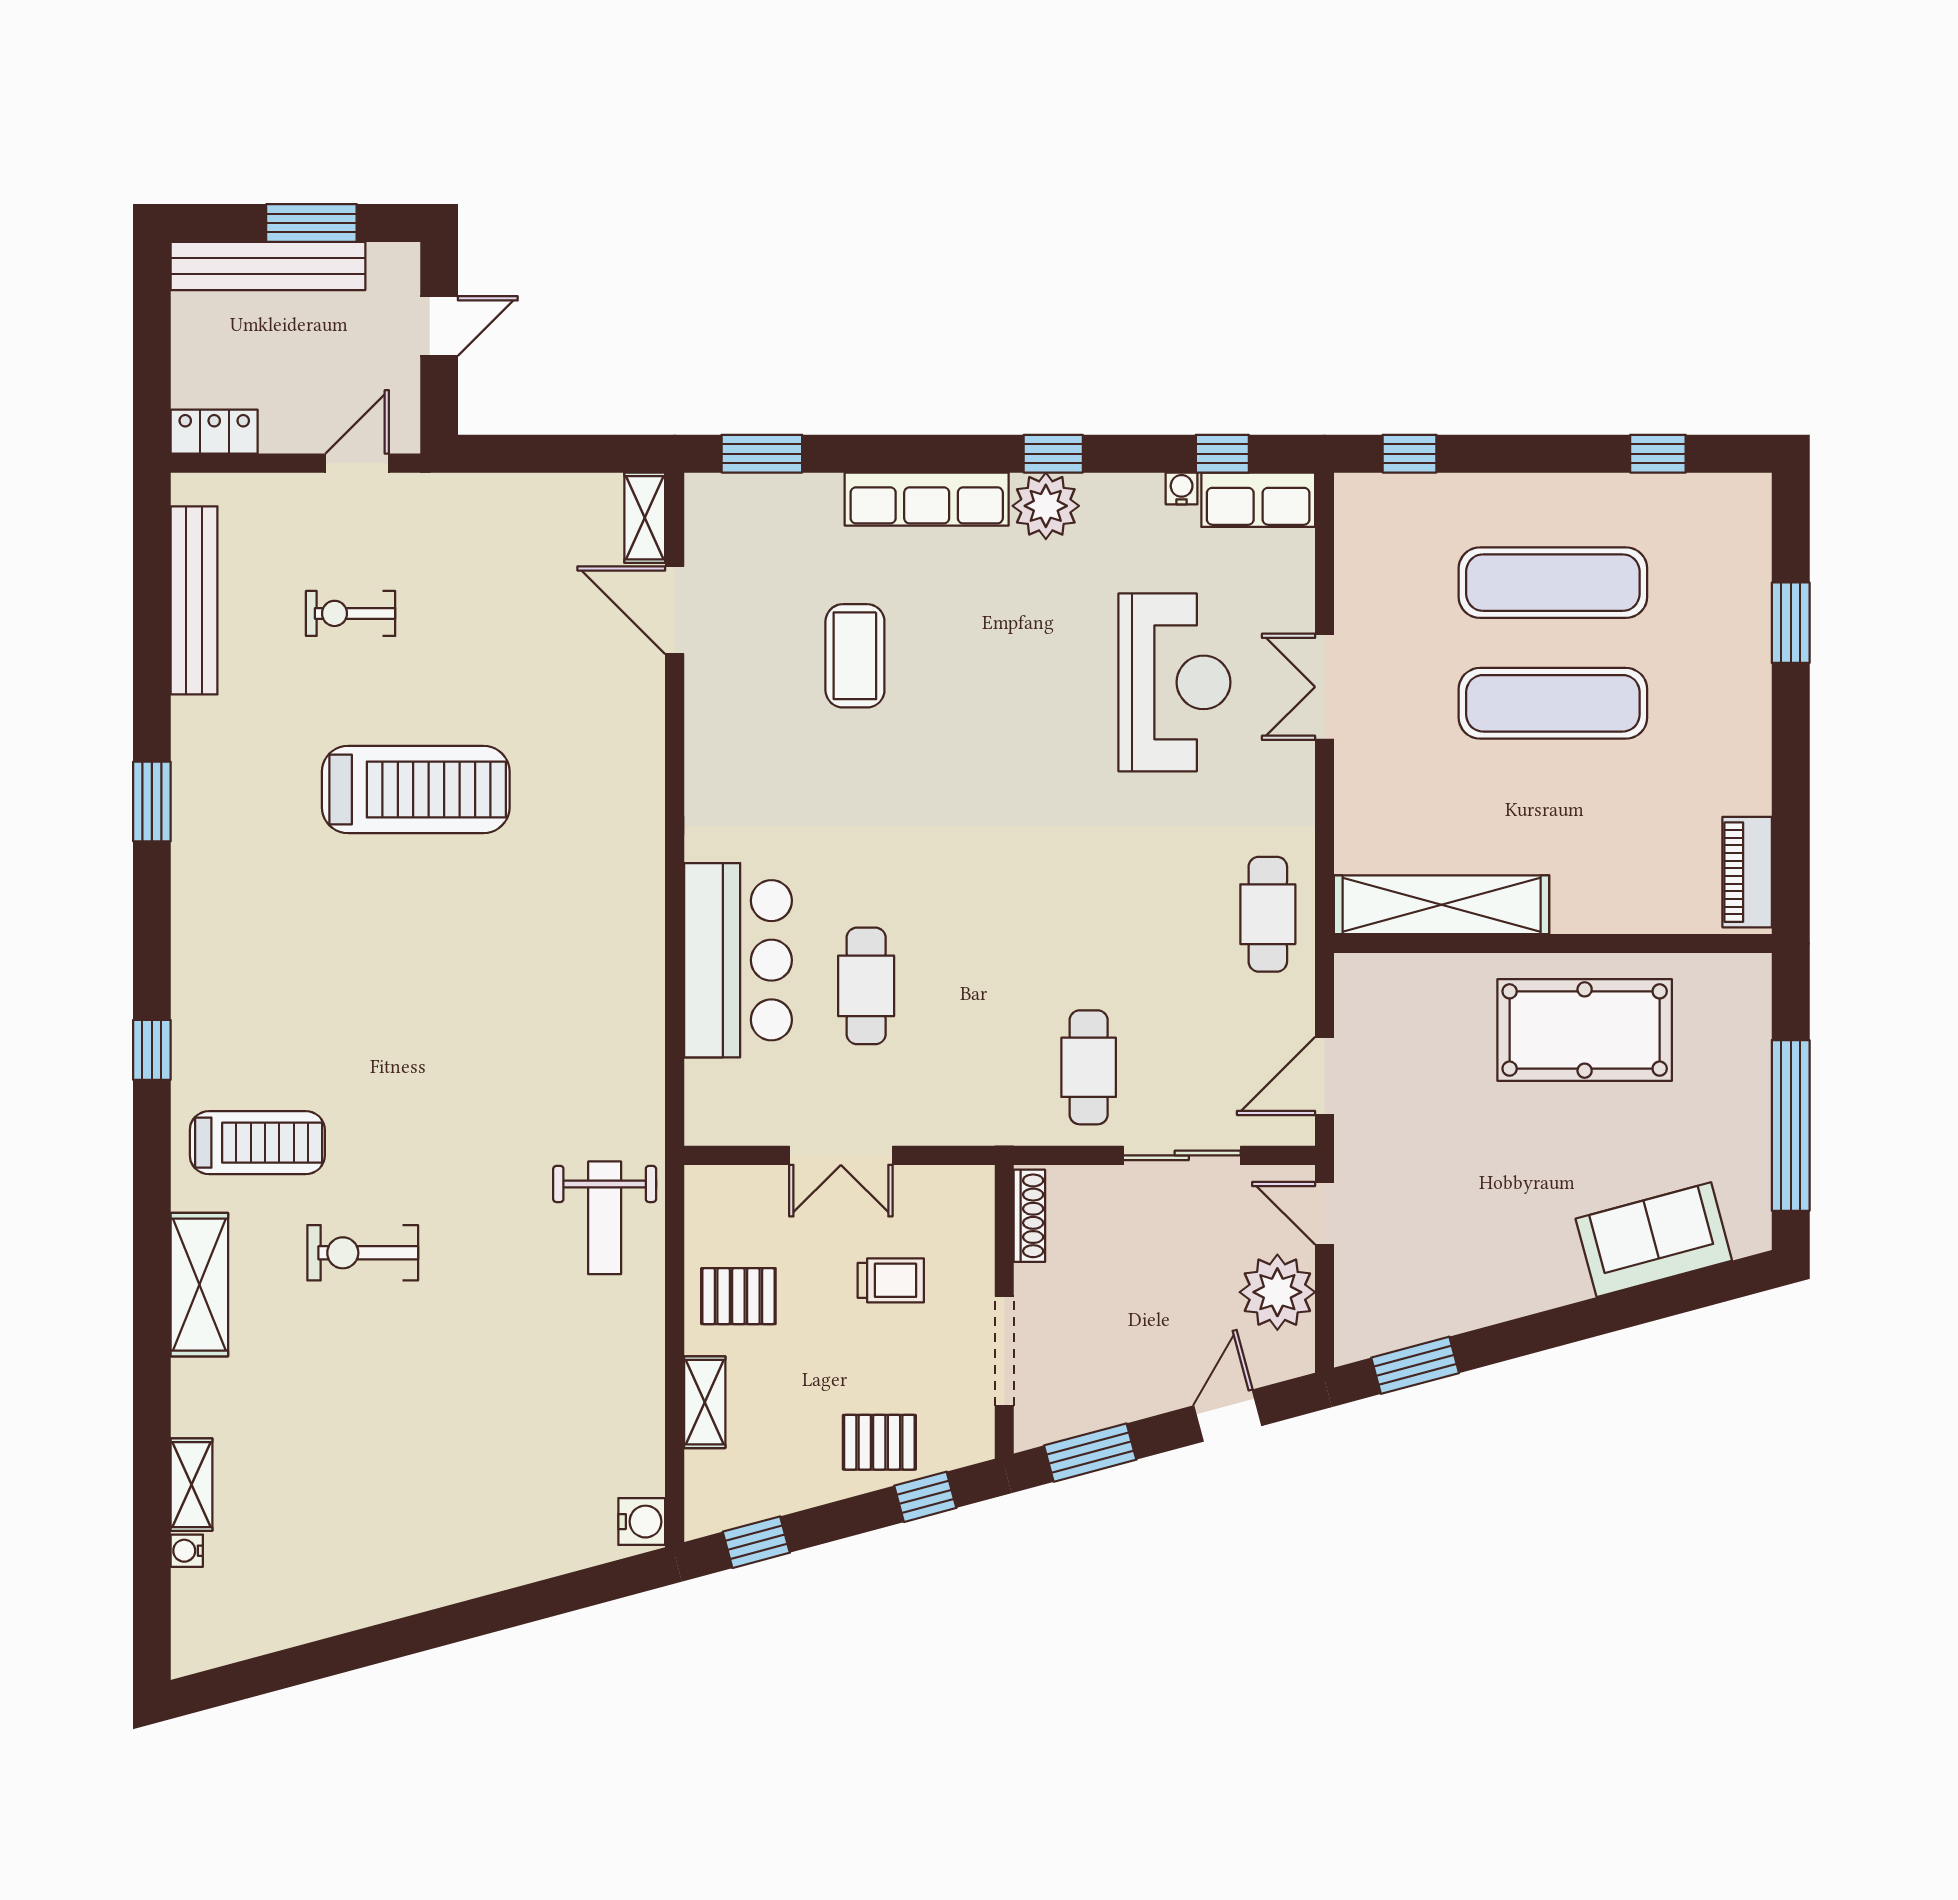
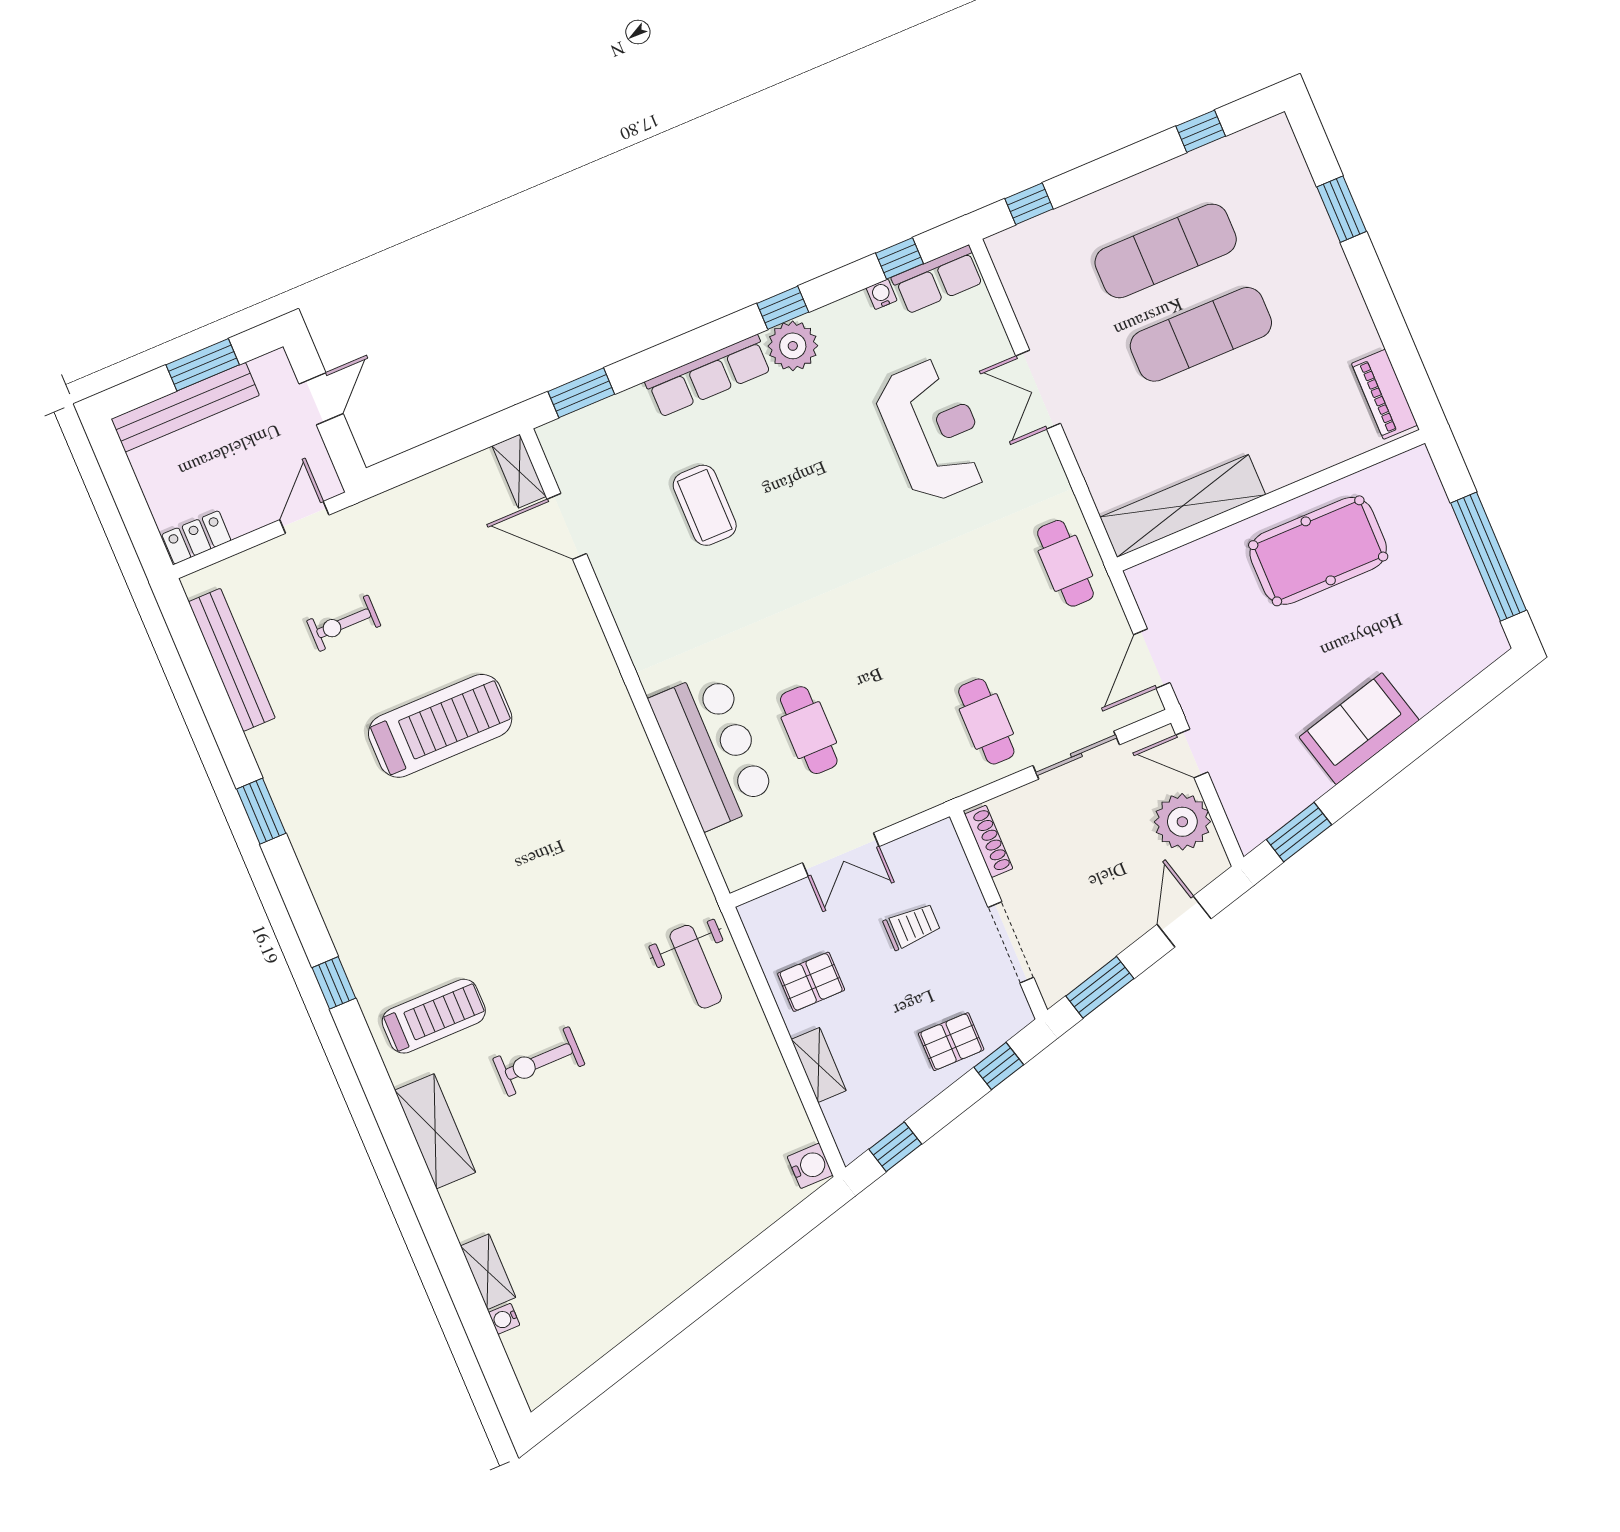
sofa: (1654, 1240) -> (1359, 729), moved

